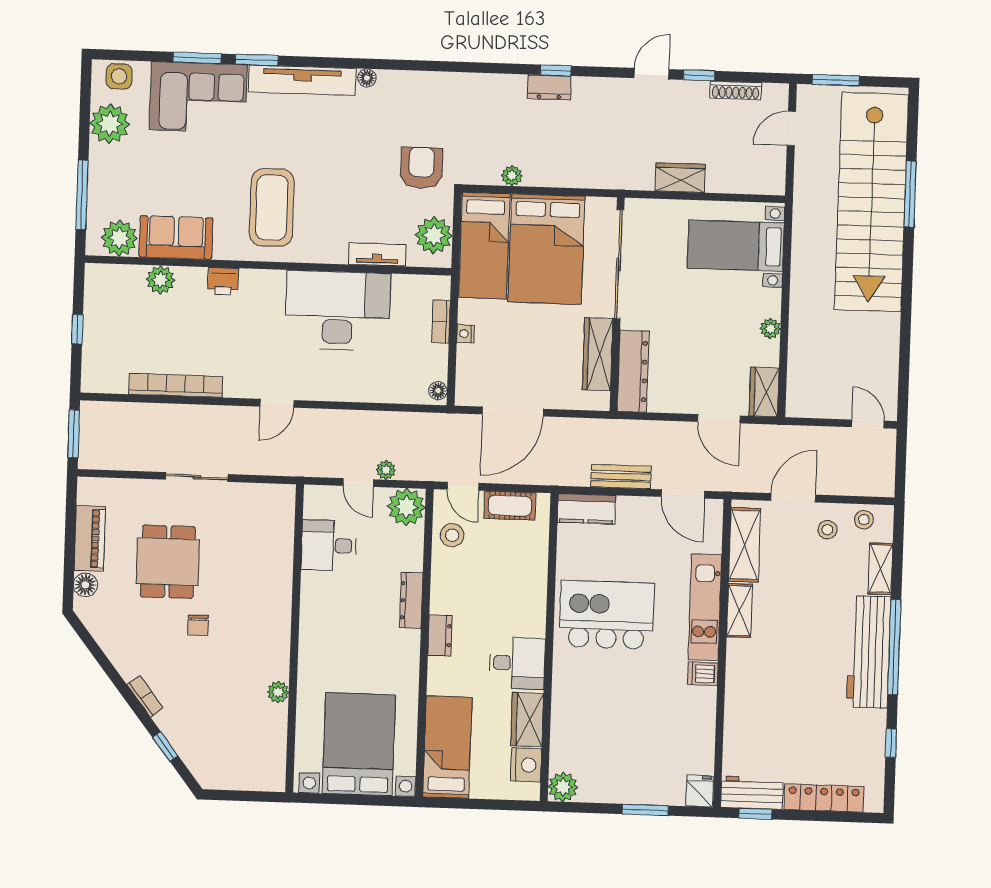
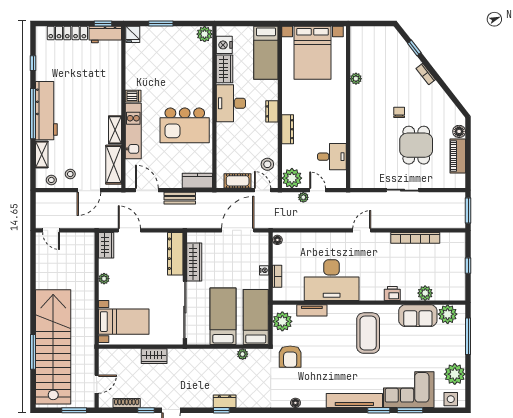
floor lamp: (367, 78) -> (295, 403), moved
bed: (547, 249) -> (223, 316), width x0.67
desk: (517, 663) -> (231, 103), width x1.37

